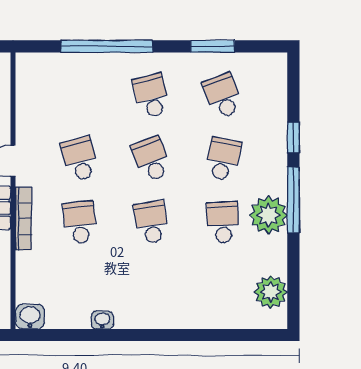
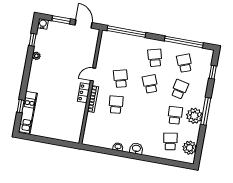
window: (107, 46) -> (126, 32), moved
window: (213, 46) -> (184, 42), width x2.11
window: (293, 137) -> (213, 72), moved
school desk: (151, 222) -> (170, 141), moved
washbasin: (30, 317) -> (136, 149), moved

